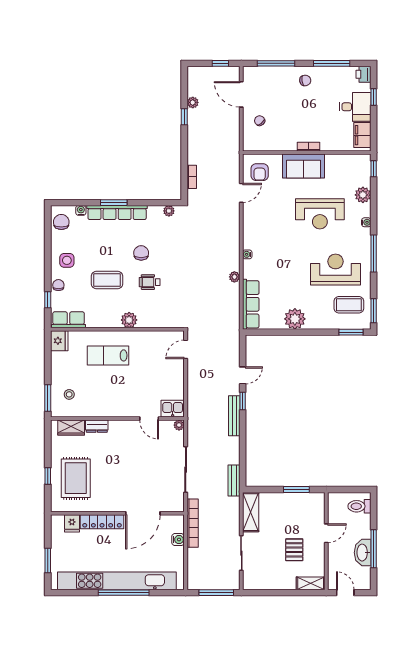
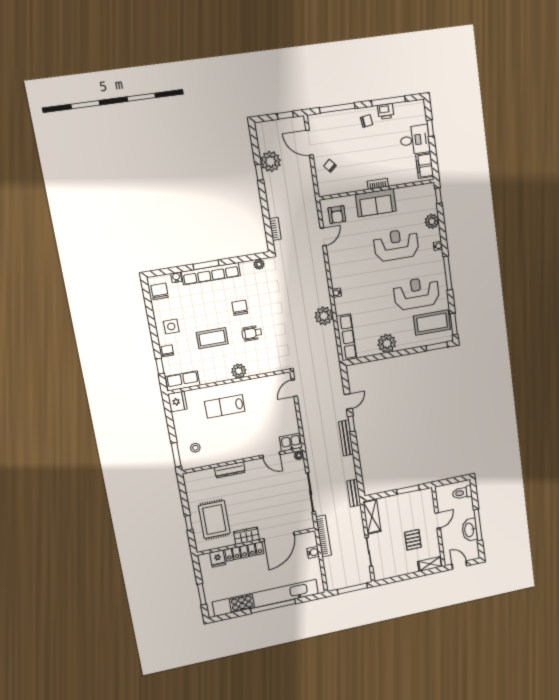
printer: (363, 74) -> (386, 111), moved, turned -90
plant: (193, 102) -> (271, 161), width x1.88, depth x1.88
reception desk: (320, 214) -> (396, 245), turned 180
plant: (234, 277) -> (324, 316), width x1.88, depth x1.88
coffee table: (349, 305) -> (432, 323), width x1.36, depth x1.32
dresser: (97, 426) -> (230, 470), width x1.44
wardrobe: (71, 428) -> (246, 536), moved, turned 180

